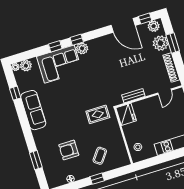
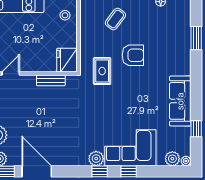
rug: (98, 114) -> (102, 71), turned 90
armchair: (69, 150) -> (133, 55), moved

